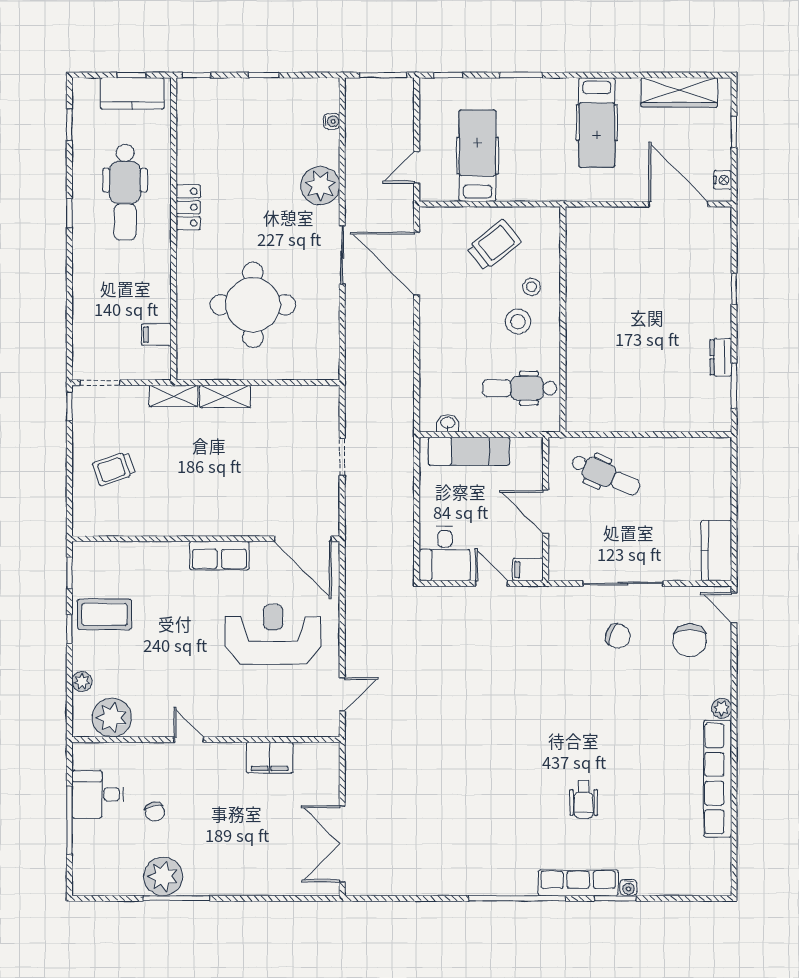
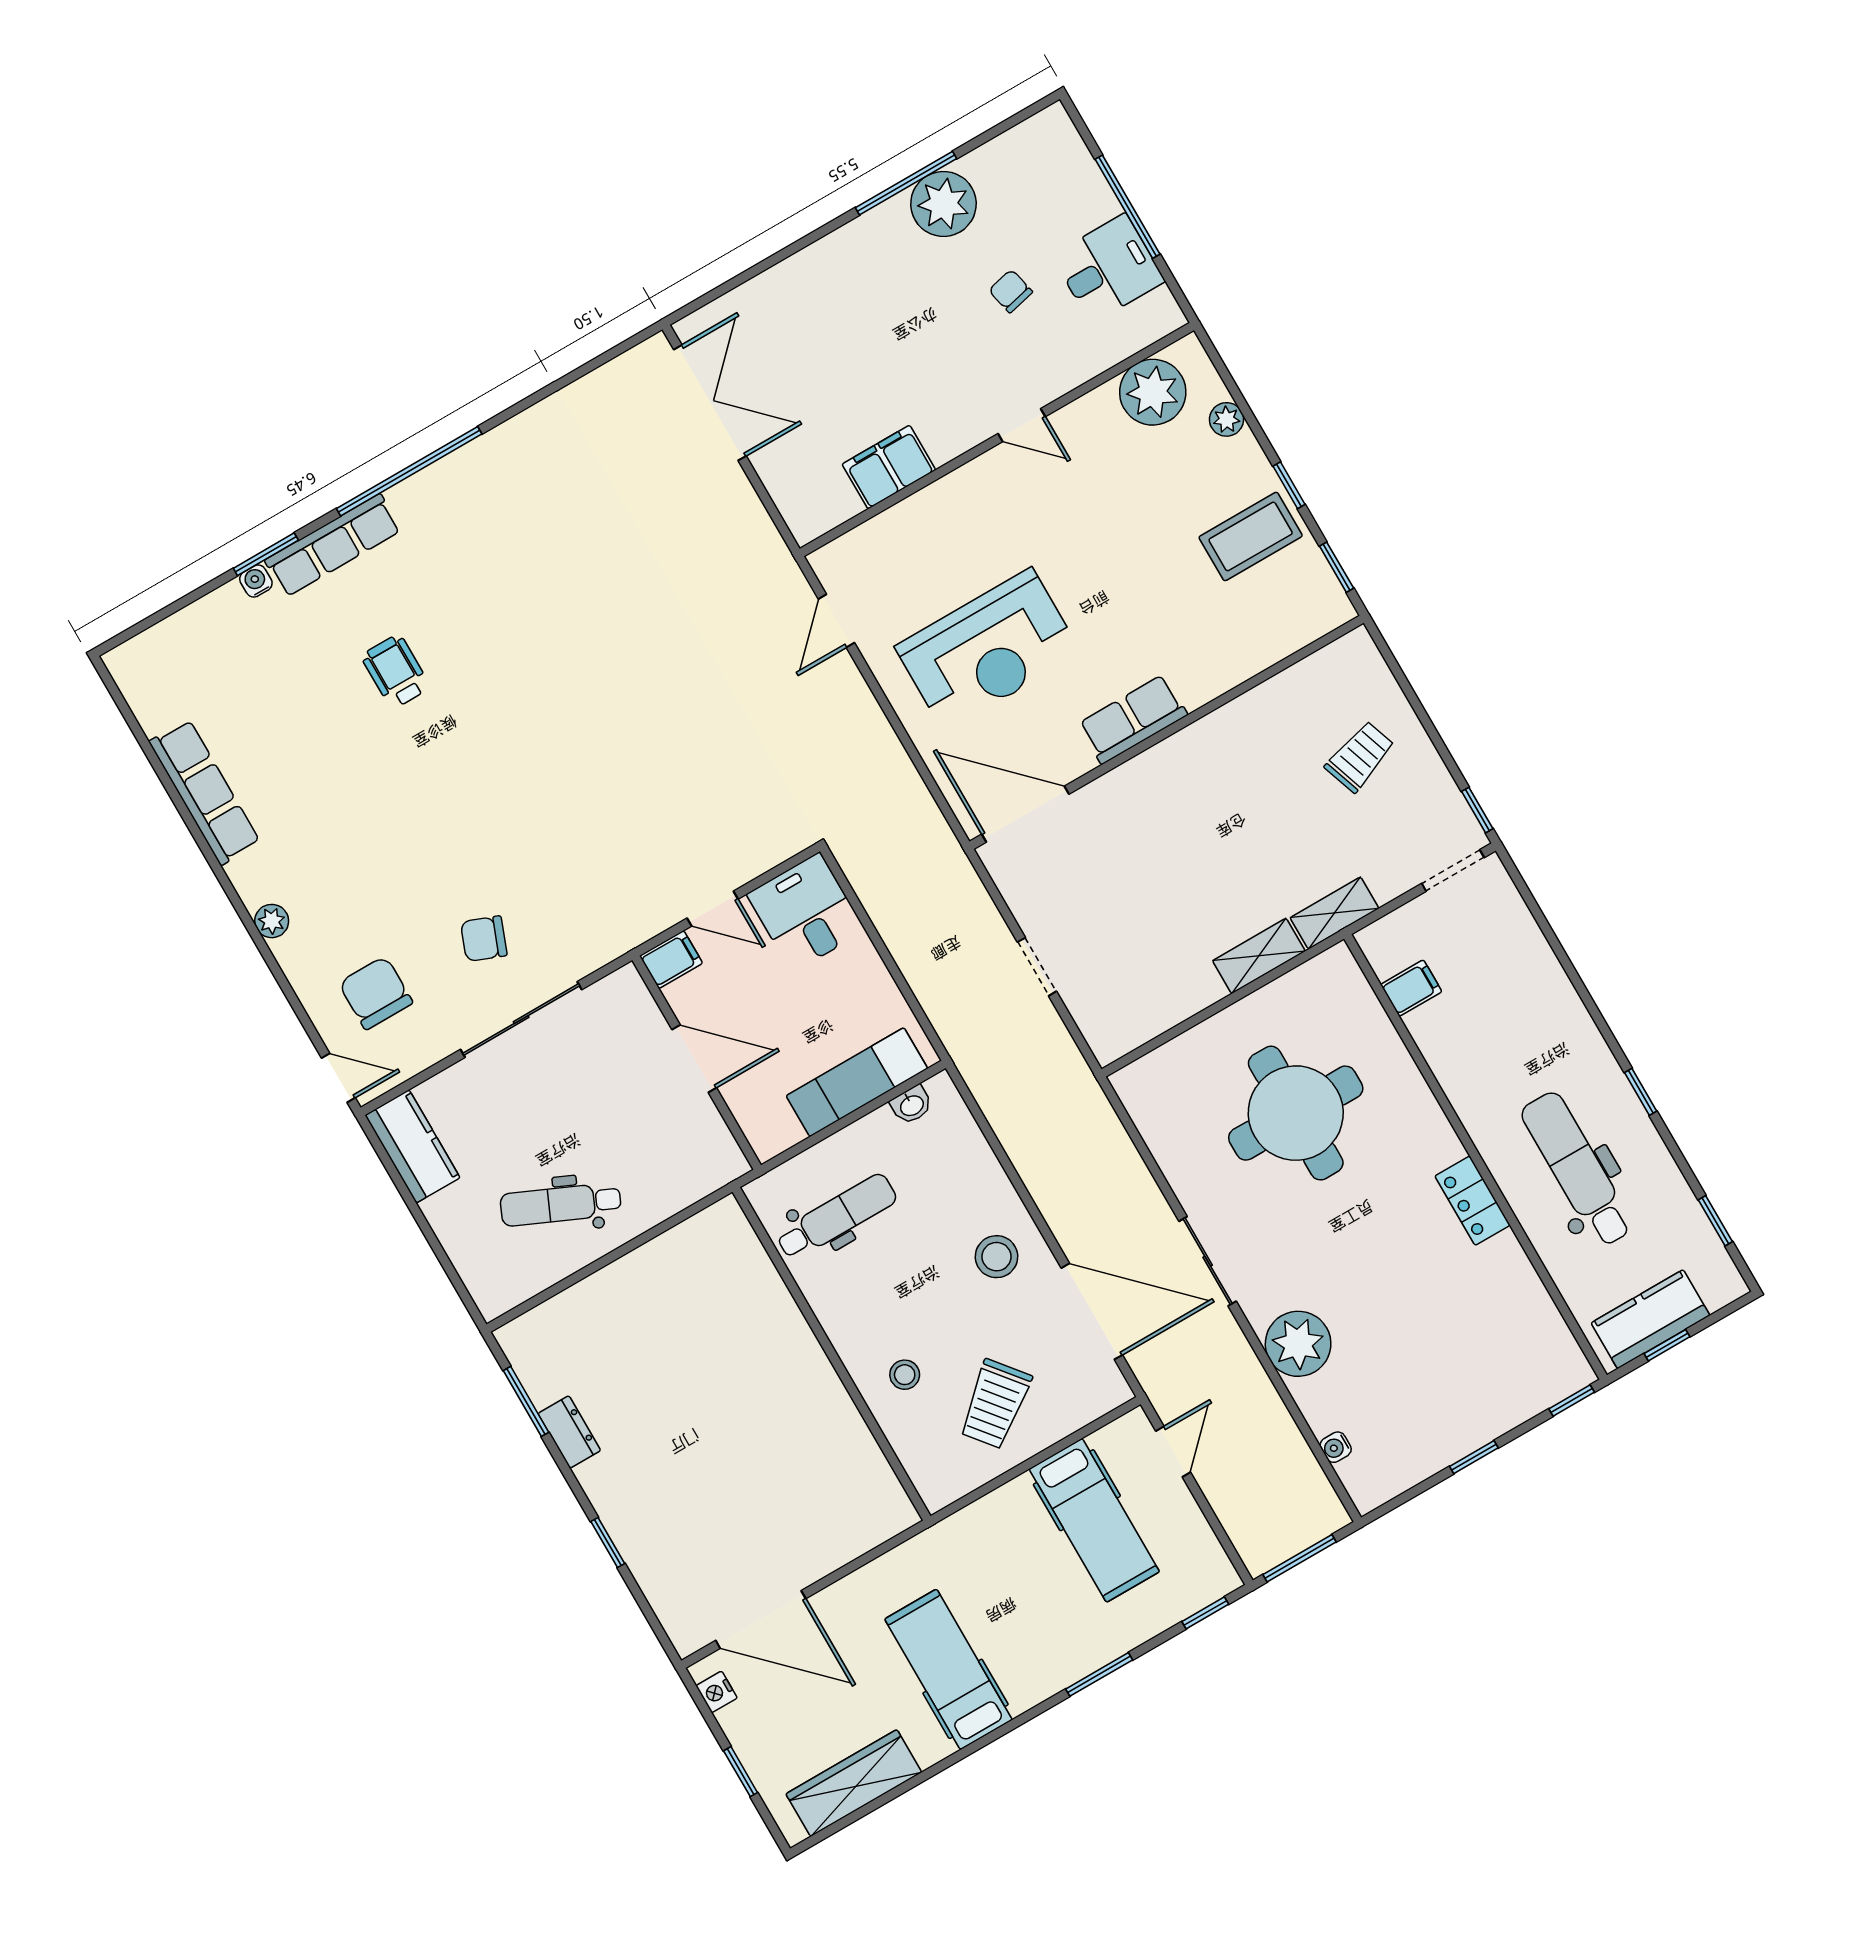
stool: (518, 322) -> (996, 1257), moved
dental chair: (605, 475) -> (561, 1204), moved
row of seats: (718, 779) -> (205, 792), width x0.73

